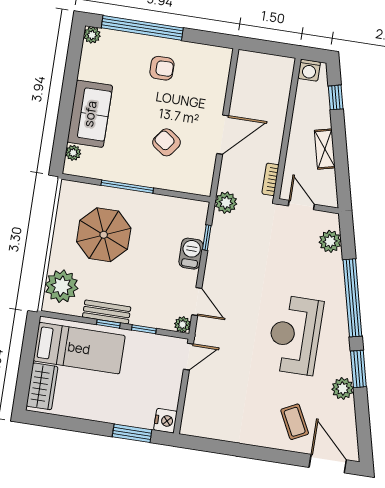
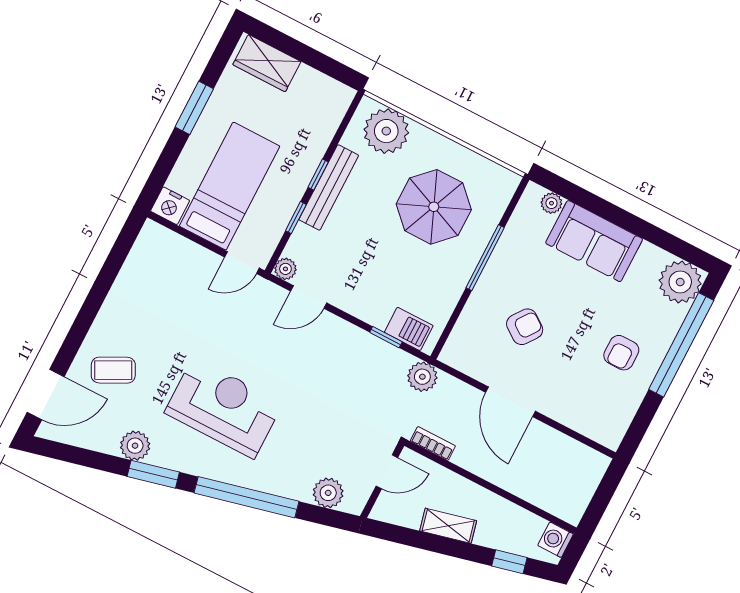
plant: (92, 35) -> (680, 282), width x1.87, depth x1.87
barbecue: (191, 254) -> (409, 329), moved
bench: (107, 312) -> (329, 187), width x1.36
bed: (79, 348) -> (230, 186), moved, turned 180
door: (188, 357) -> (242, 263), hinge flipped
window: (132, 433) -> (194, 108), moved

